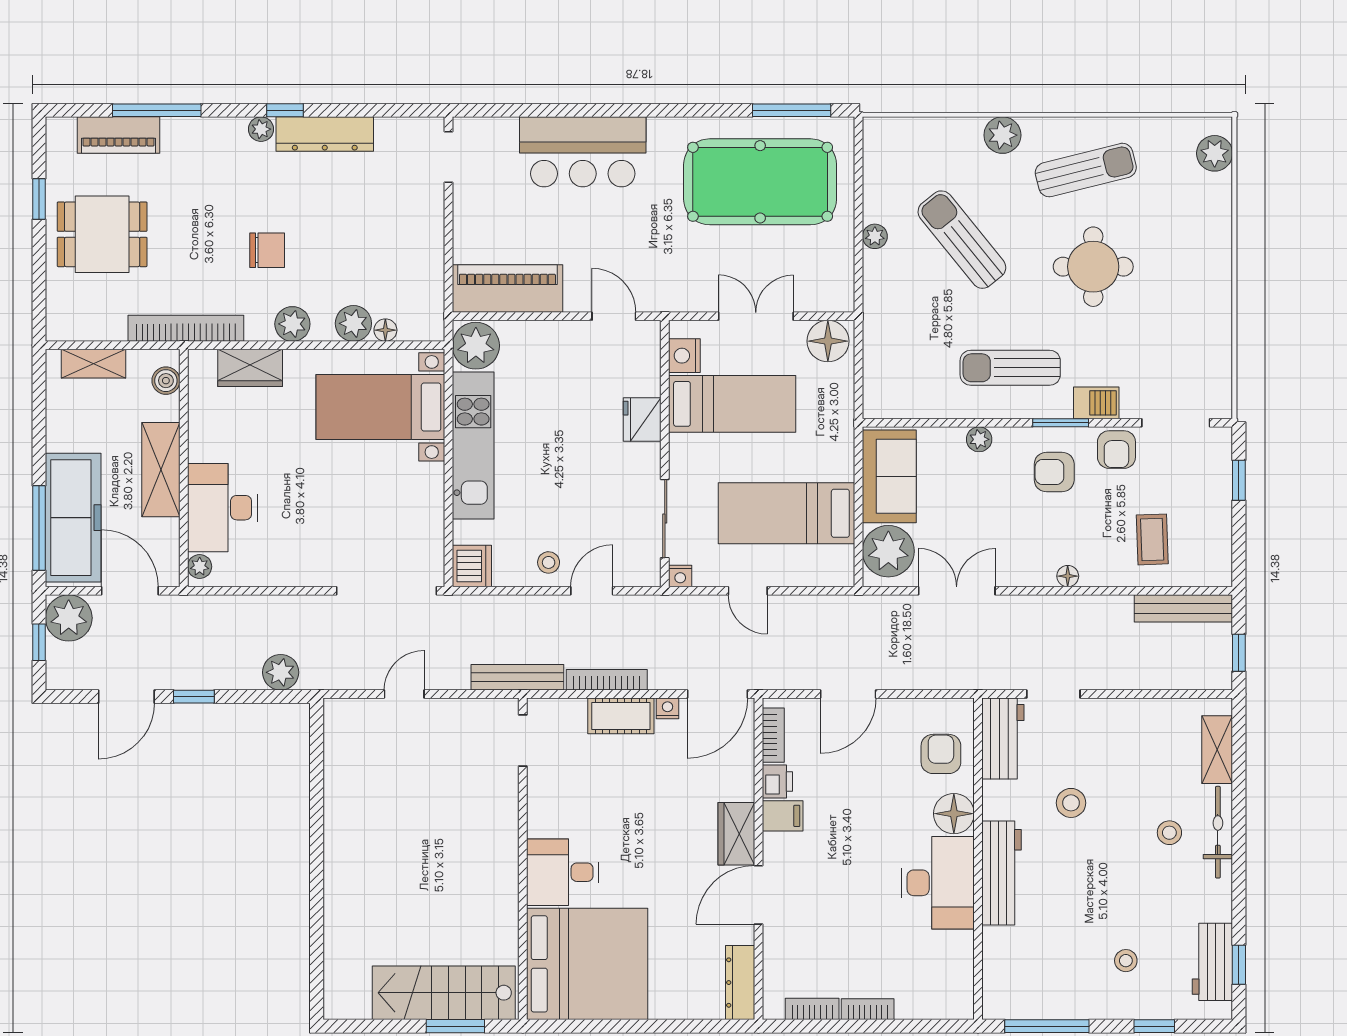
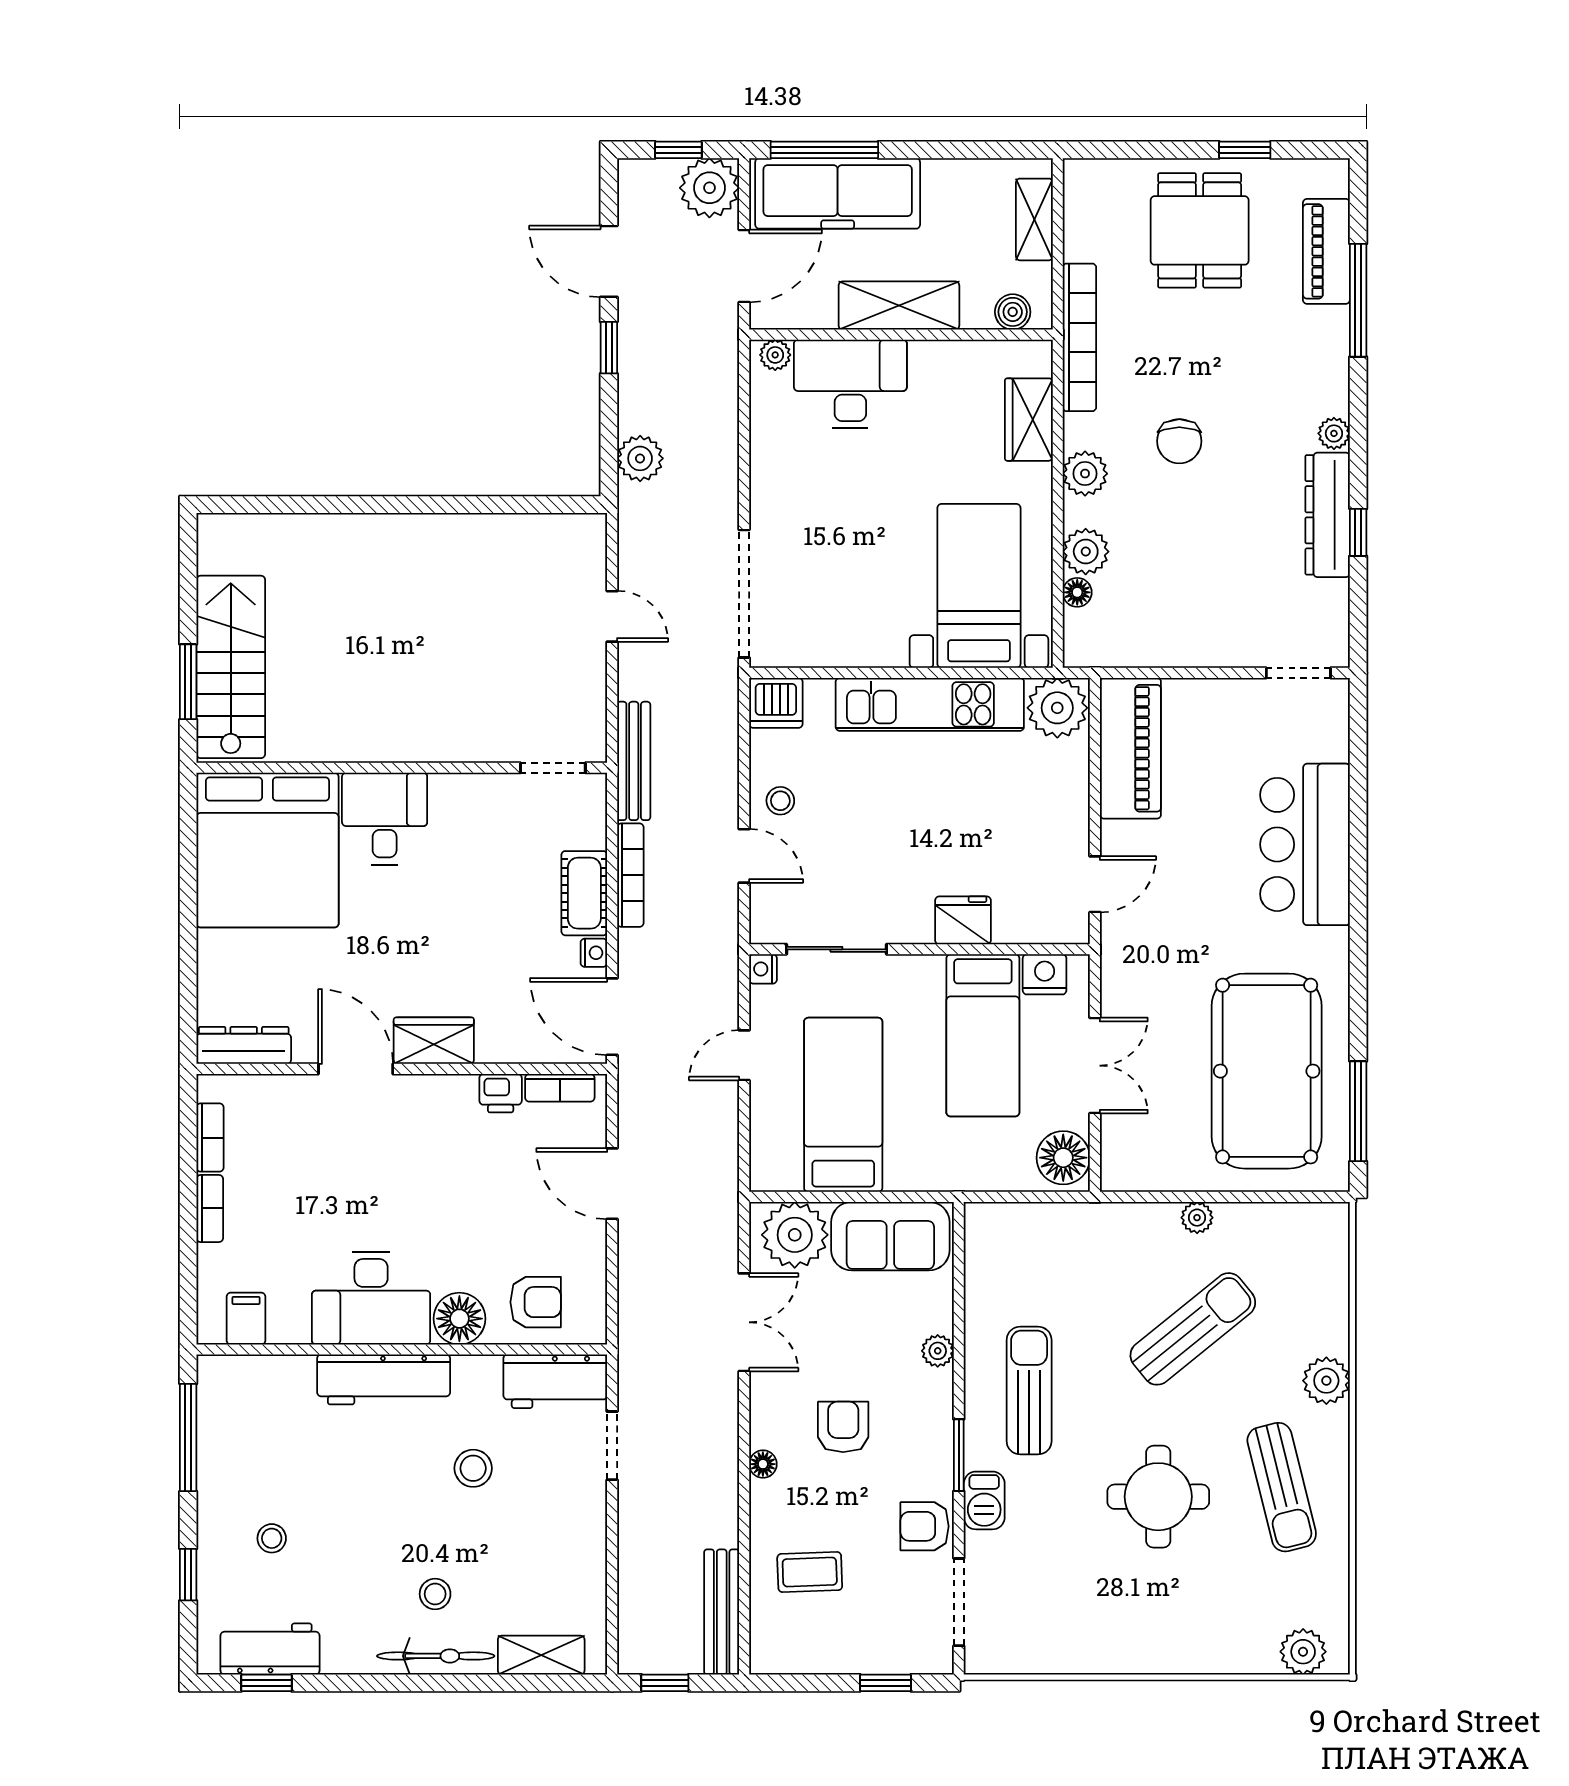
window: (285, 110) -> (1358, 532), moved
armchair: (1054, 472) -> (843, 1427), moved
filing cabinet: (783, 816) -> (246, 1319), moved, turned 180

